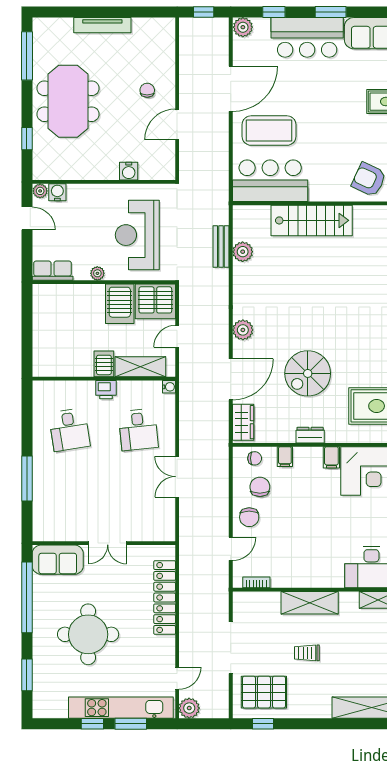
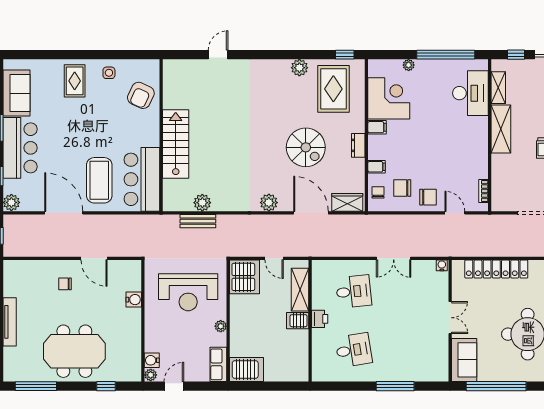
server rack: (120, 304) -> (247, 369), moved
water cooler: (169, 387) -> (442, 265), moved
shelving: (310, 603) -> (501, 129), moved

